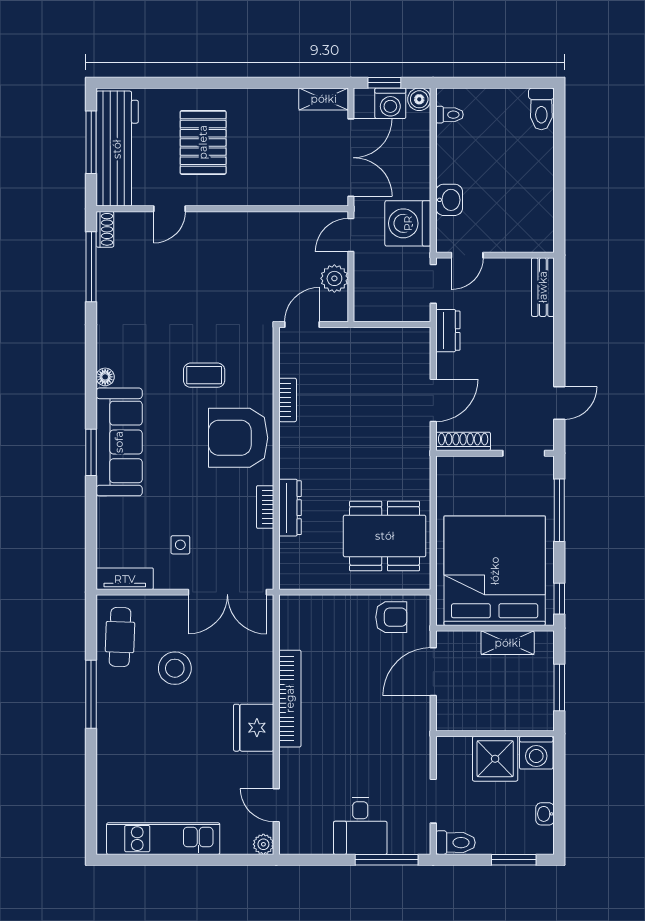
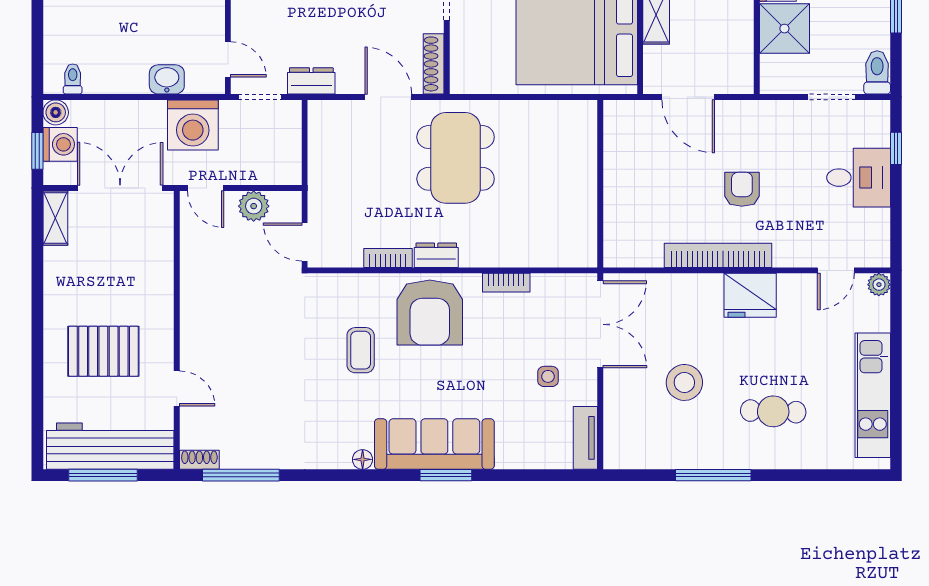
dresser: (290, 508) -> (436, 255), moved, width x0.70
dining table: (385, 536) -> (456, 158), moved
armchair: (391, 617) -> (742, 189), moved
cafe table: (120, 637) -> (773, 411), moved
window: (387, 860) -> (896, 148), width x0.46

